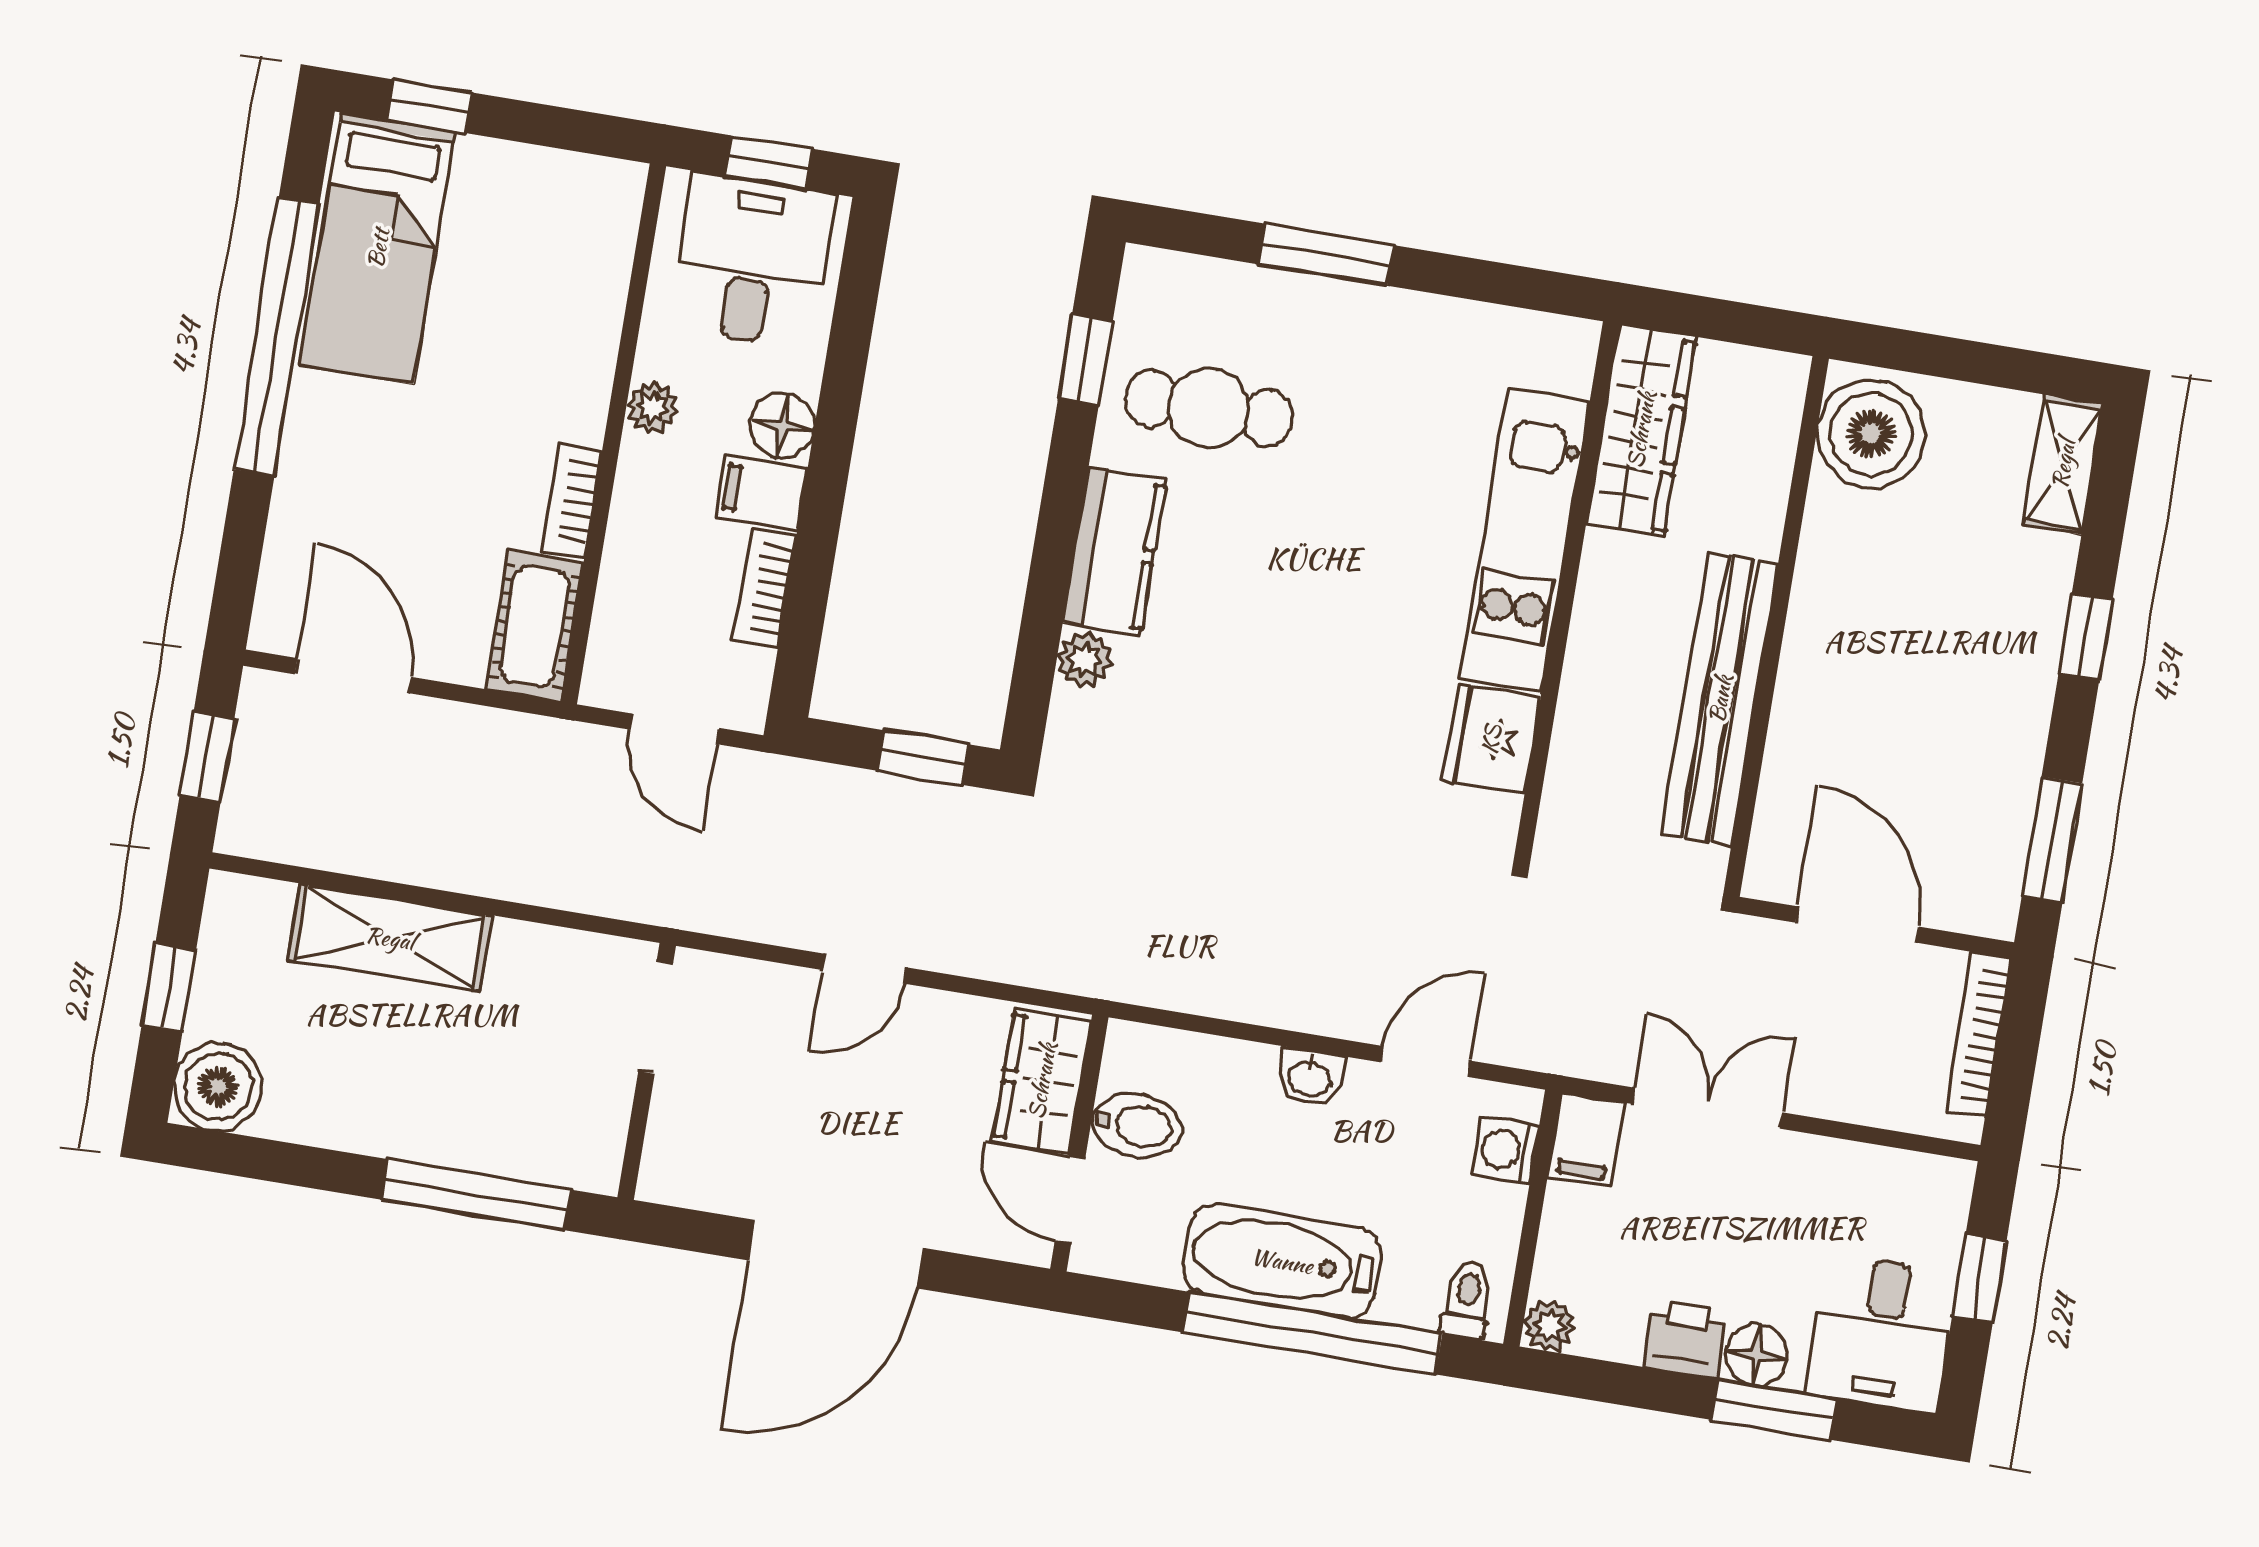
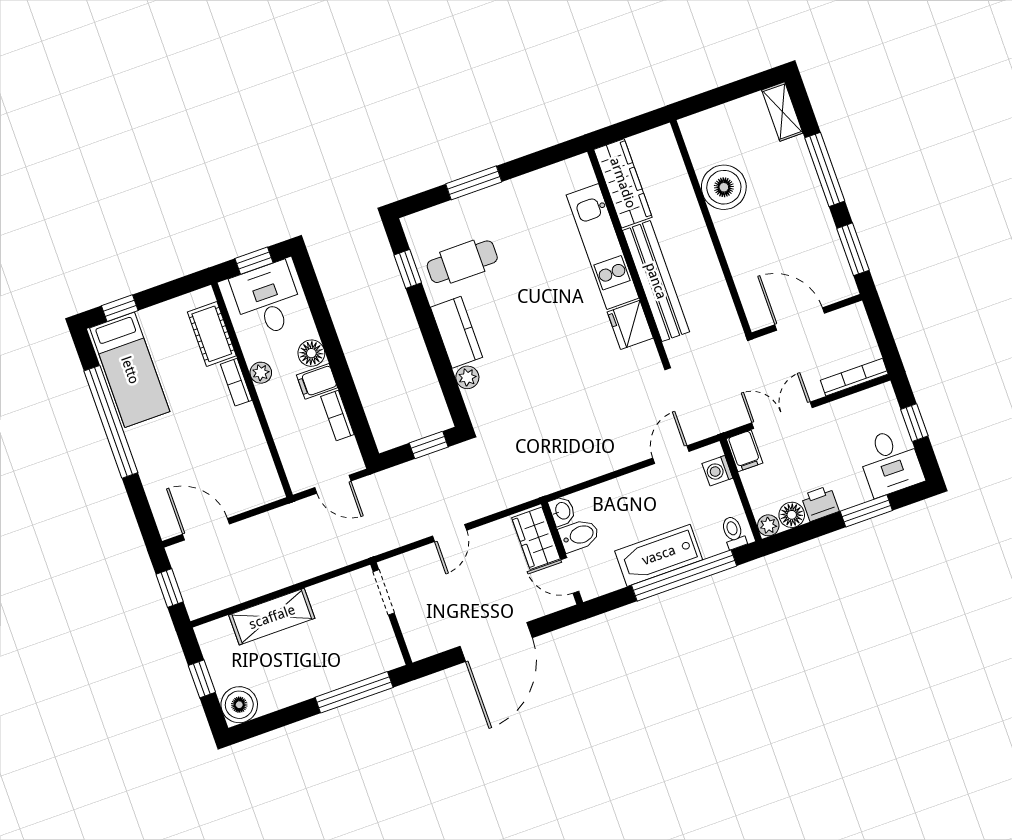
boiler: (1871, 434) -> (724, 187), moved
bookcase: (572, 501) -> (236, 382), moved
cot: (534, 626) -> (212, 334), moved
window: (2085, 637) -> (825, 169), width x2.17
bench: (1720, 699) -> (656, 281), moved
bookcase: (1978, 1034) -> (854, 377), moved, turned 90
washbasin: (1310, 1077) -> (562, 511), moved, turned -90
floor lamp: (1757, 1355) -> (792, 515), moved

